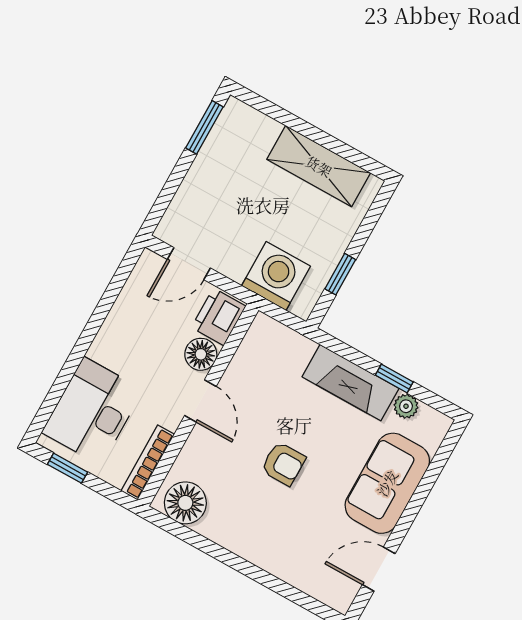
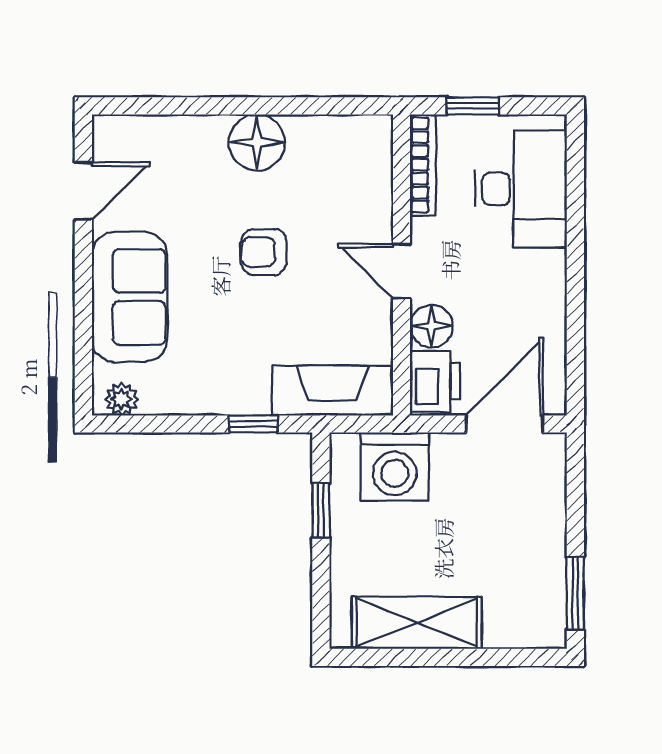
door: (189, 264) -> (505, 424), width x1.38
window: (394, 378) -> (253, 424), moved
fireplace: (350, 383) -> (332, 391), moved
plant: (406, 406) -> (122, 399), moved
window: (67, 468) -> (473, 106), moved
floor lamp: (185, 503) -> (257, 142), moved

